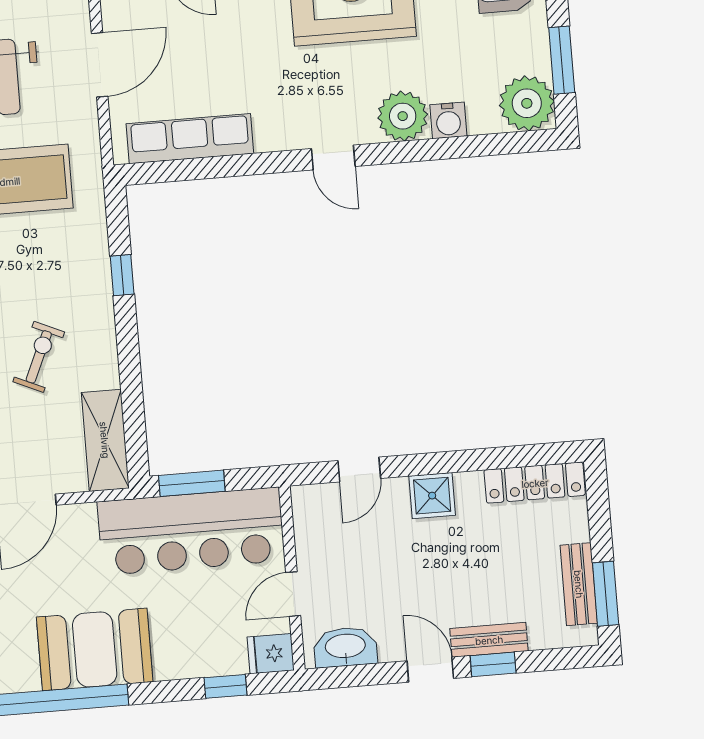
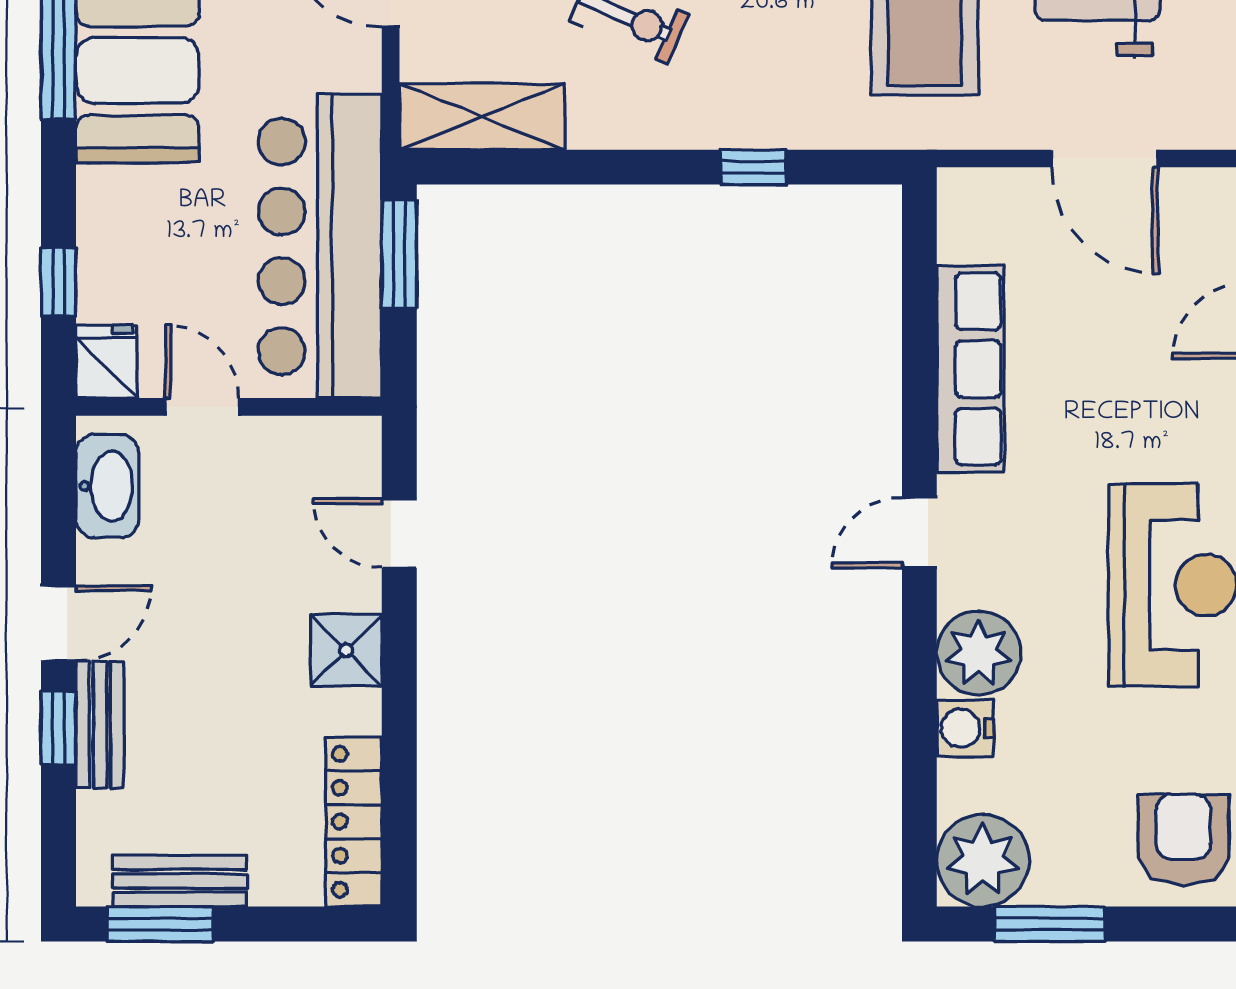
row of seats: (190, 139) -> (970, 369), moved

